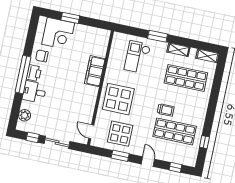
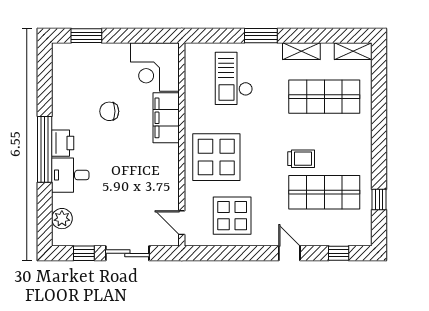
window: (70, 18) -> (86, 36), moved
corner desk: (58, 34) -> (155, 67), moved, turned 90
chair: (42, 56) -> (109, 111), moved
window: (120, 156) -> (240, 253), removed

